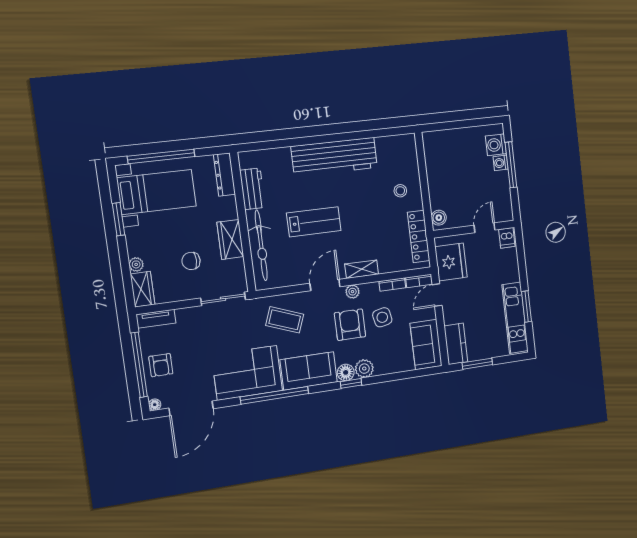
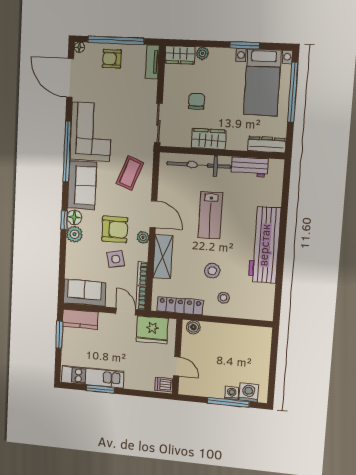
stool: (374, 208) -> (212, 271), added
shelving: (362, 269) -> (163, 257), width x1.50, depth x1.33

